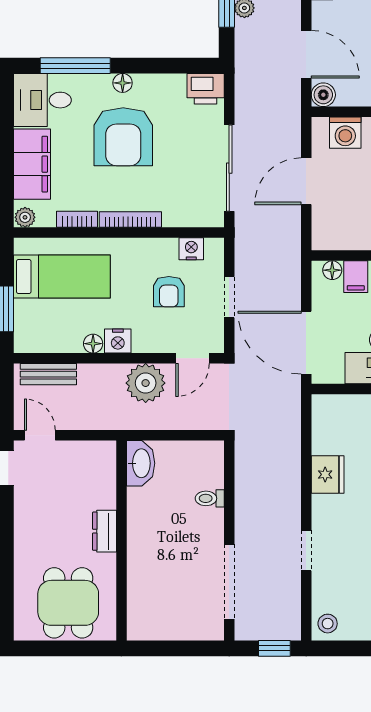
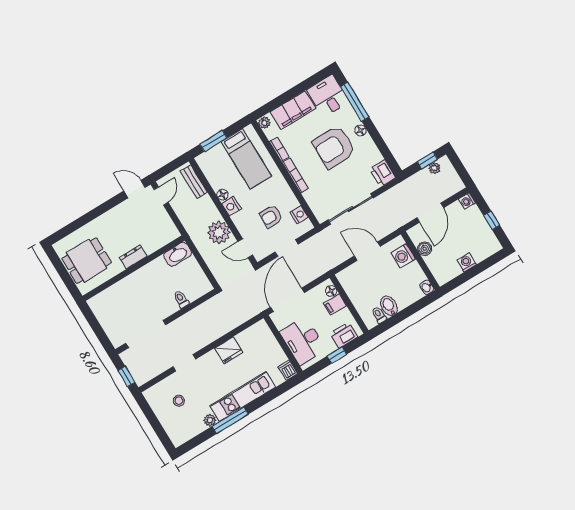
boiler: (323, 95) -> (425, 249), moved
stool: (328, 624) -> (179, 401), moved

